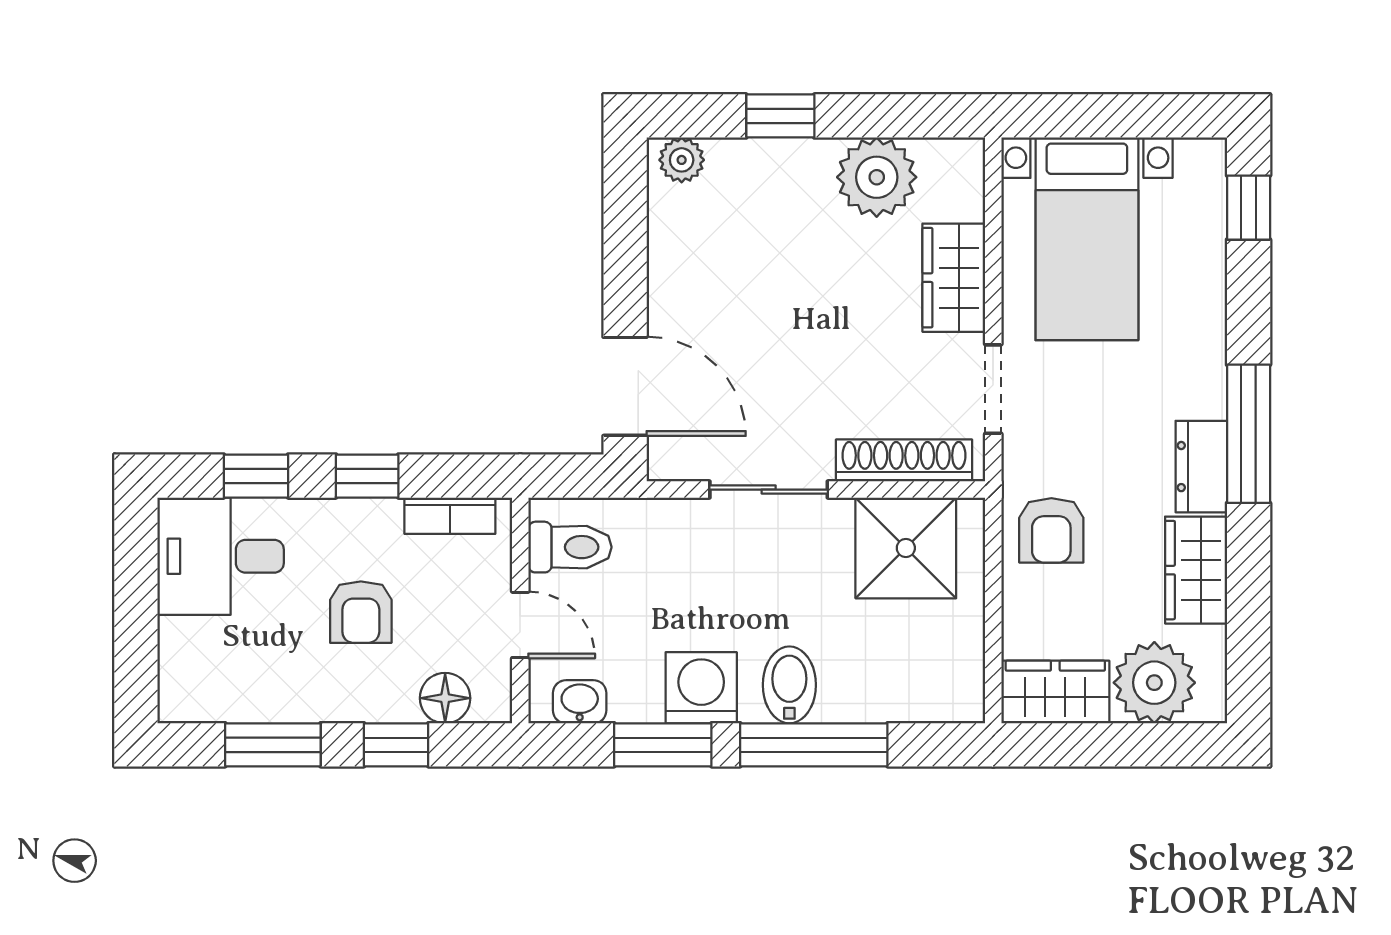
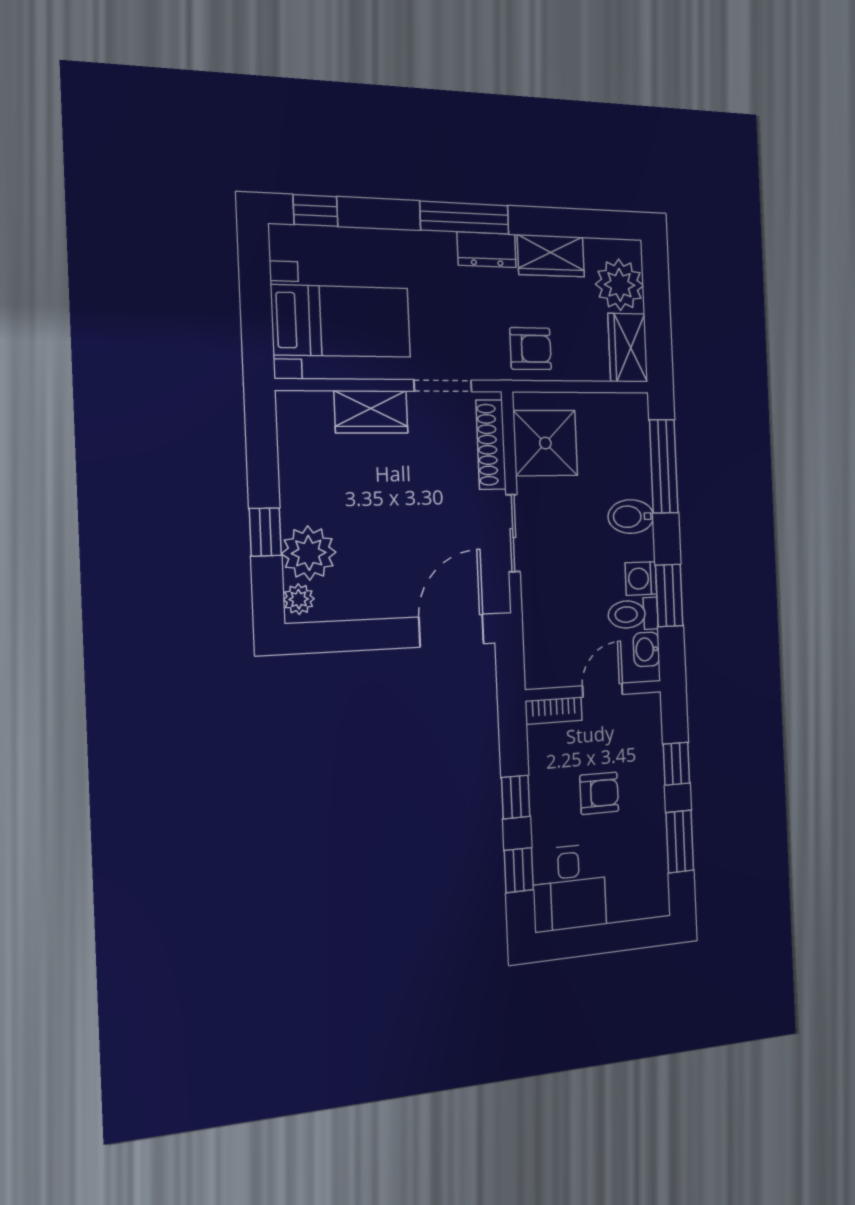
plant: (877, 177) -> (309, 553), moved
bookcase: (450, 516) -> (554, 711), moved, turned 90
toilet: (570, 547) -> (633, 614), moved, turned -90
washing machine: (701, 688) -> (641, 579), width x0.73, depth x0.73
floor lamp: (445, 698) -> (648, 735), removed
window: (814, 745) -> (664, 466), moved

